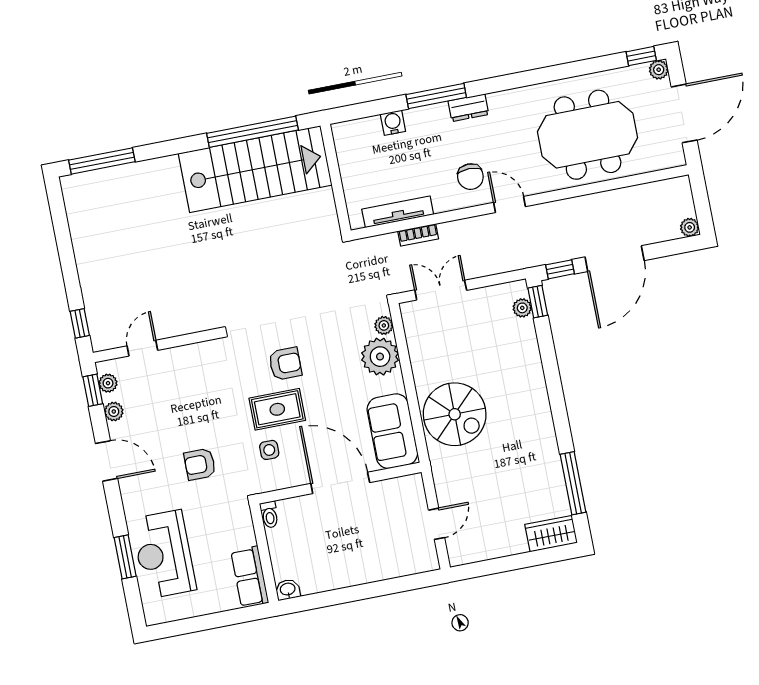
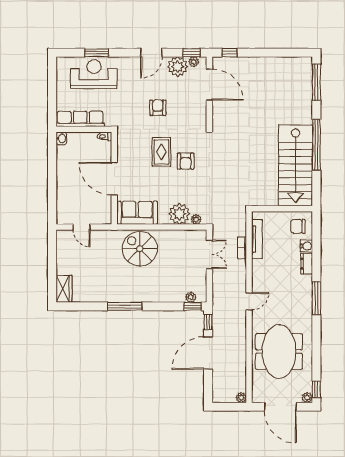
window: (436, 96) -> (316, 298), moved
dresser: (468, 108) -> (307, 264), moved
window: (252, 132) -> (316, 145), moved
chair: (470, 177) -> (298, 226), moved
plant: (690, 227) -> (241, 398), moved
door: (615, 259) -> (208, 353), hinge flipped
door: (142, 348) -> (209, 84), width x1.88
plant: (114, 411) -> (178, 67), width x1.87, depth x1.87
spiral stairs: (455, 414) -> (140, 249), turned 90
side table: (269, 450) -> (140, 143), removed
armchair: (200, 464) -> (158, 108), moved
door: (340, 483) -> (114, 179), swing flipped
window: (573, 483) -> (125, 306), moved
row of seats: (250, 577) -> (80, 119), width x1.48

